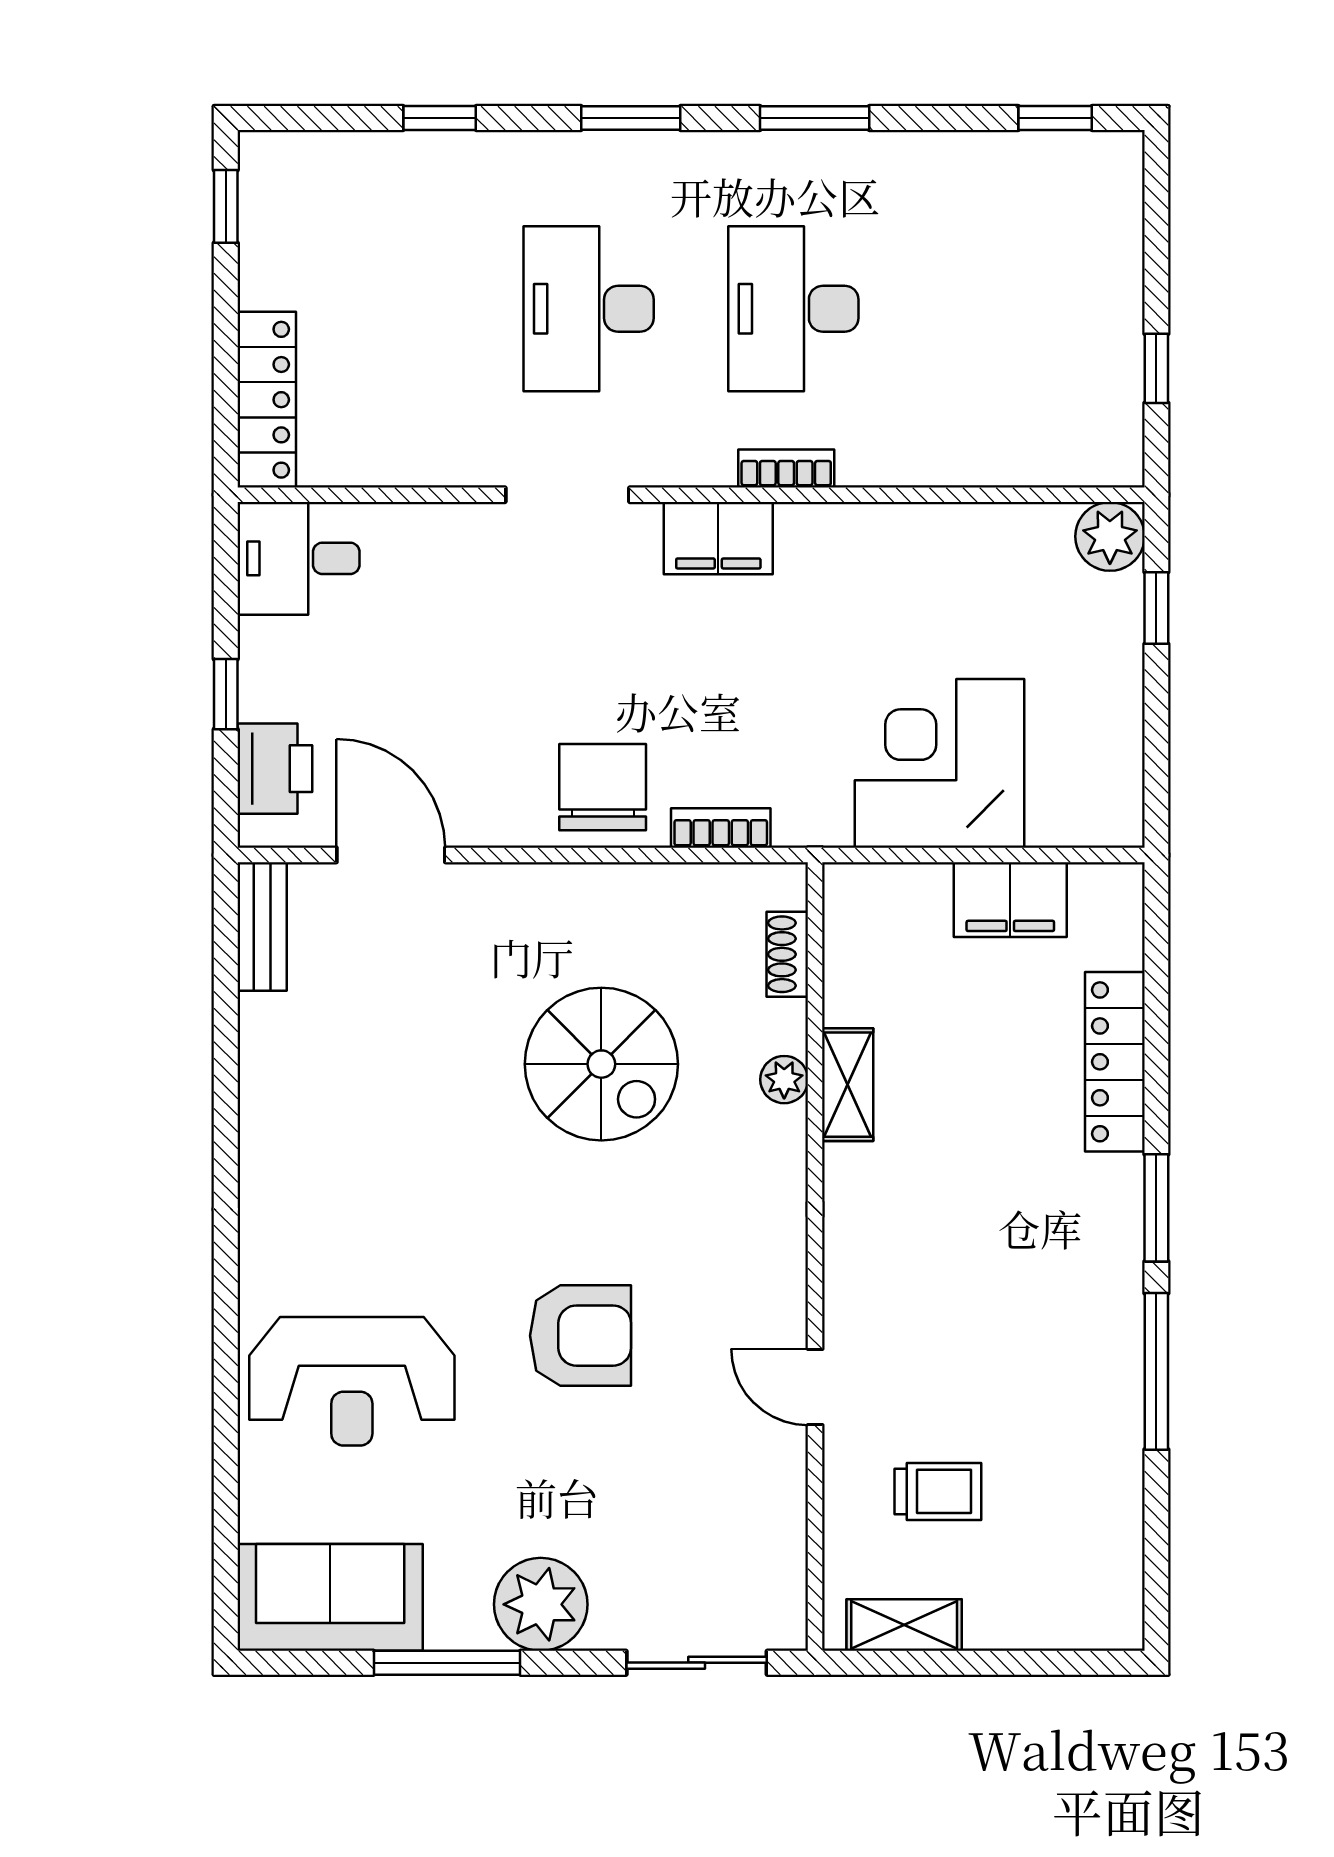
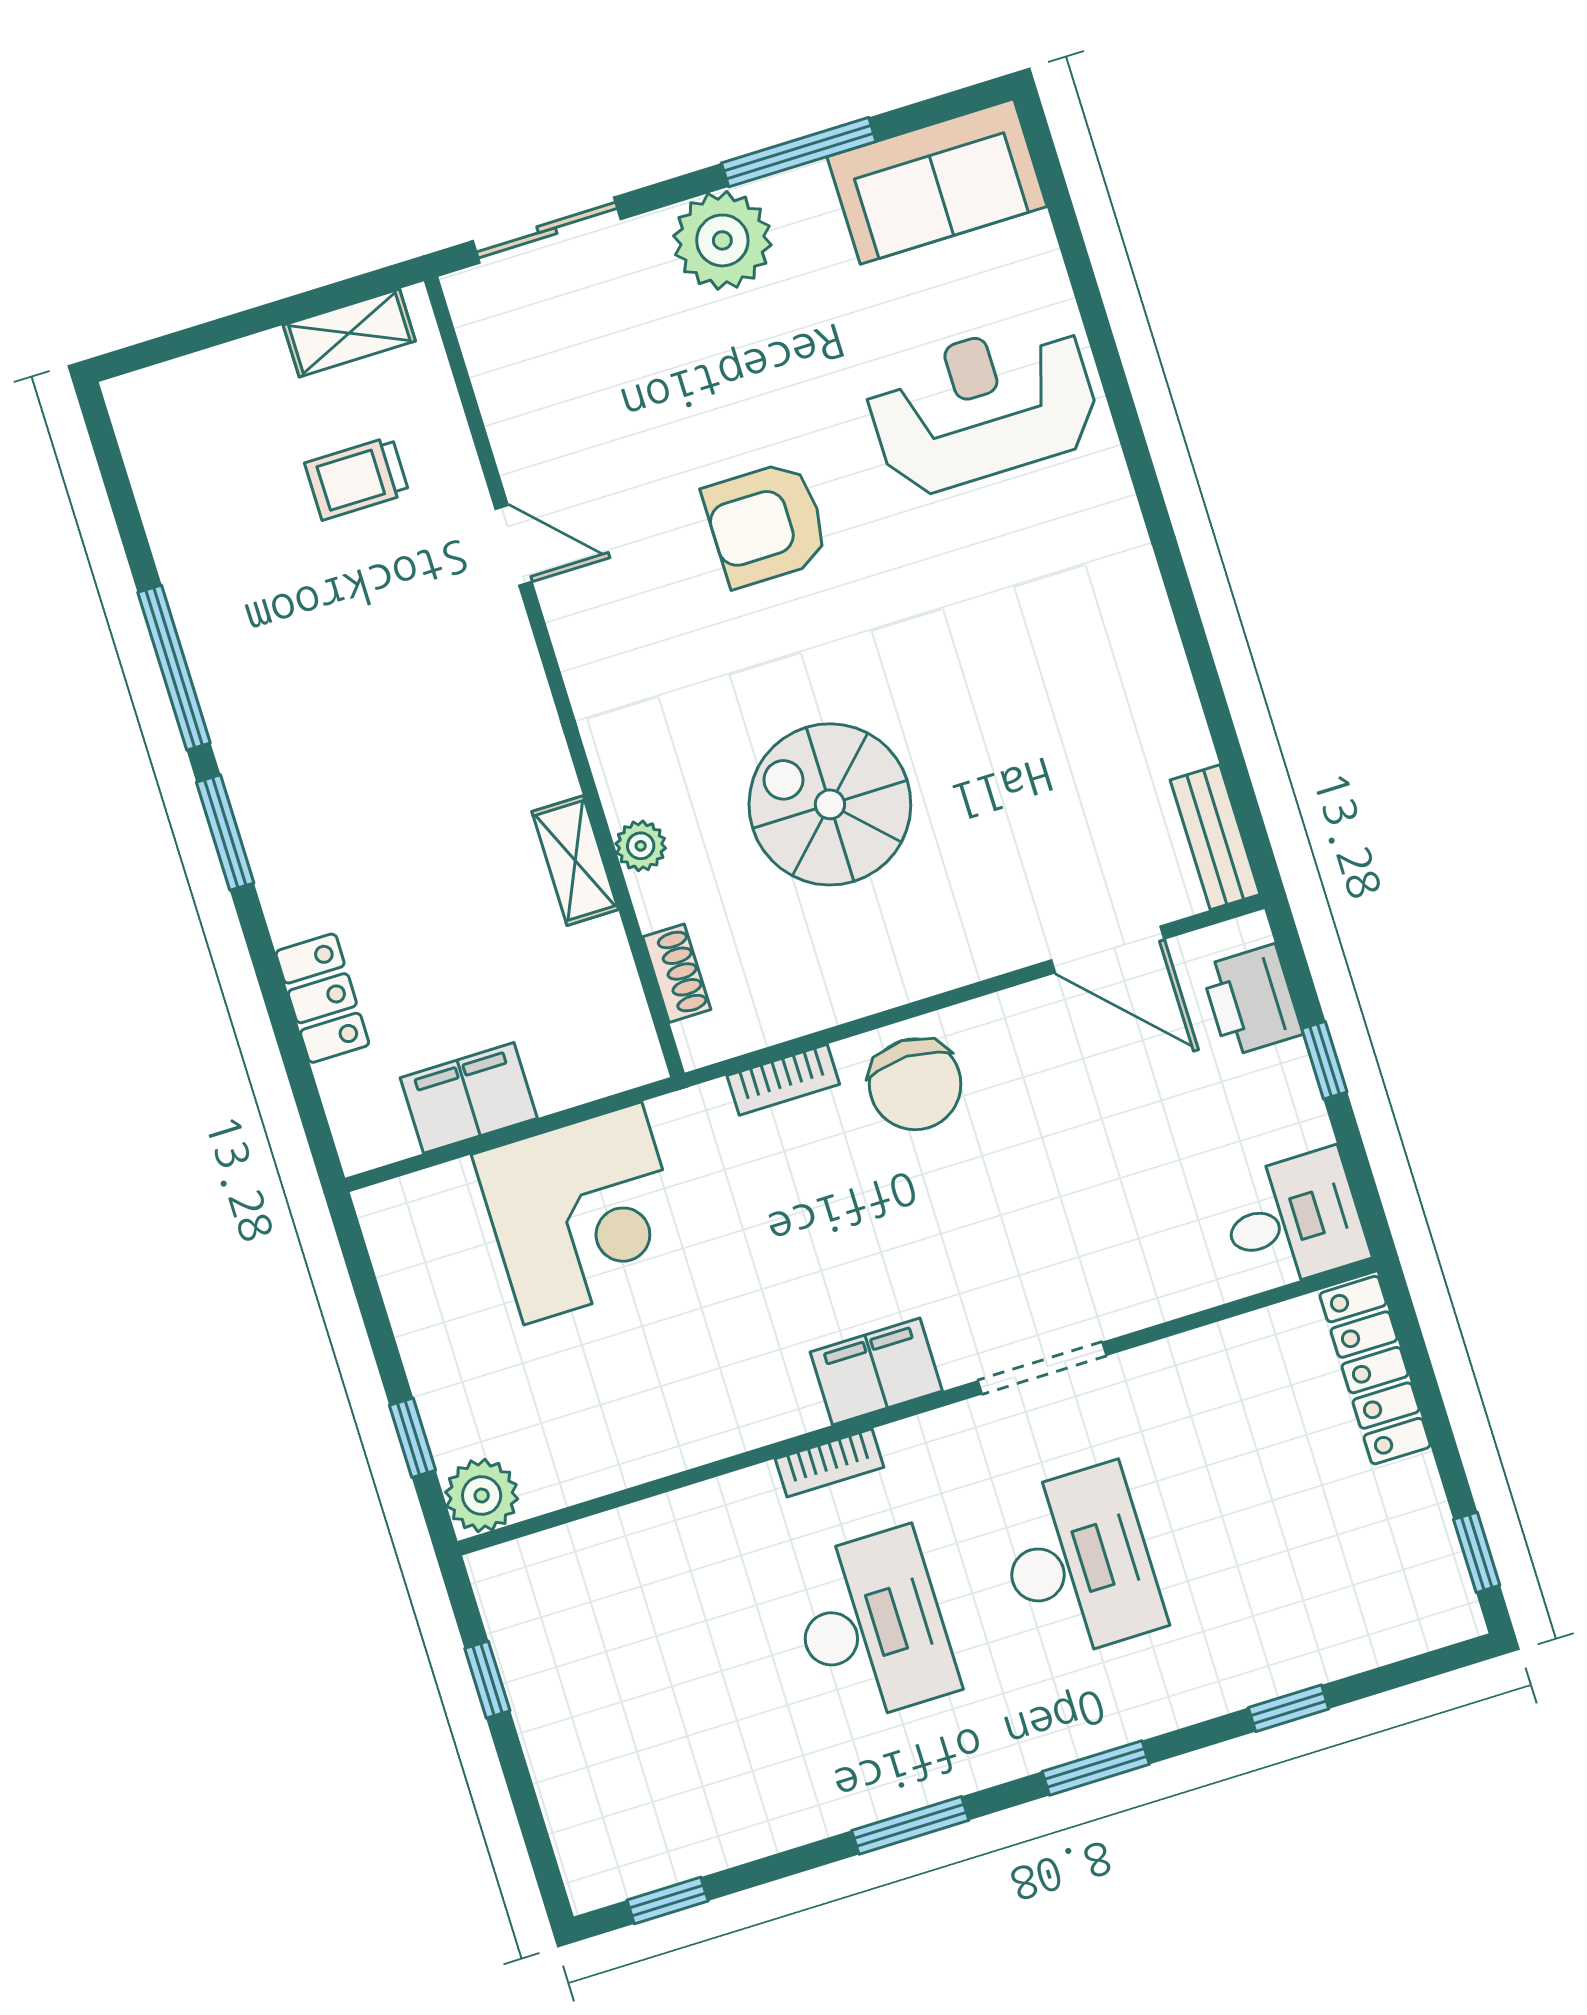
locker: (1115, 1062) -> (322, 998), width x0.66

